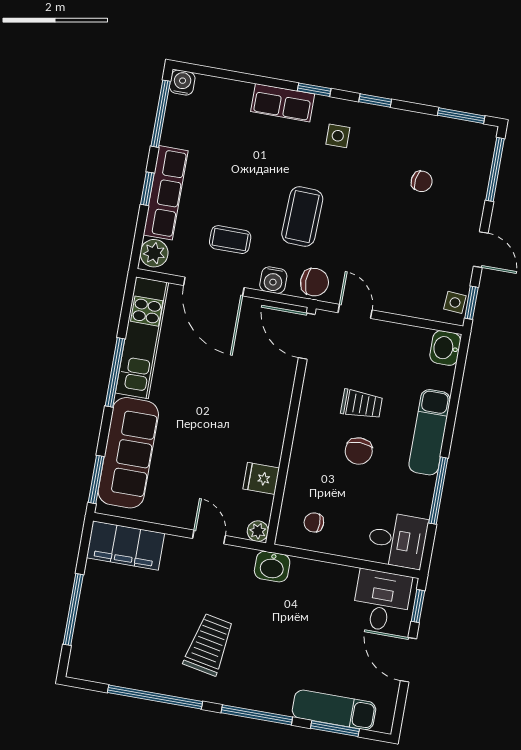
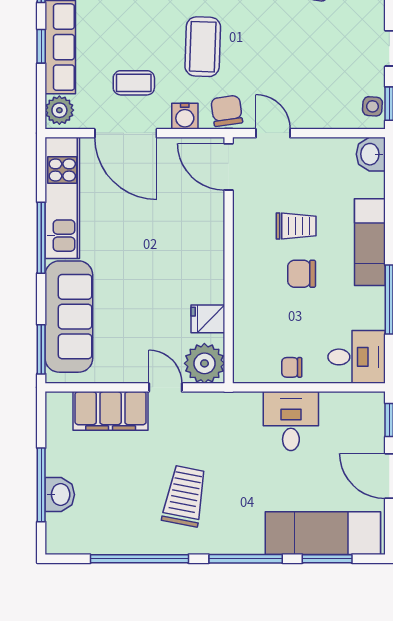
chair: (314, 282) -> (227, 111), turned -98
chair: (359, 451) -> (302, 274), turned 90
chair: (314, 522) -> (292, 367), moved
plant: (258, 531) -> (204, 363), width x1.87, depth x1.87
filing cabinet: (125, 545) -> (111, 411), moved
washbasin: (272, 567) -> (60, 495), moved, turned -90
desk: (382, 601) -> (291, 421), moved
exam couch: (334, 710) -> (323, 533), width x1.36, depth x1.45

